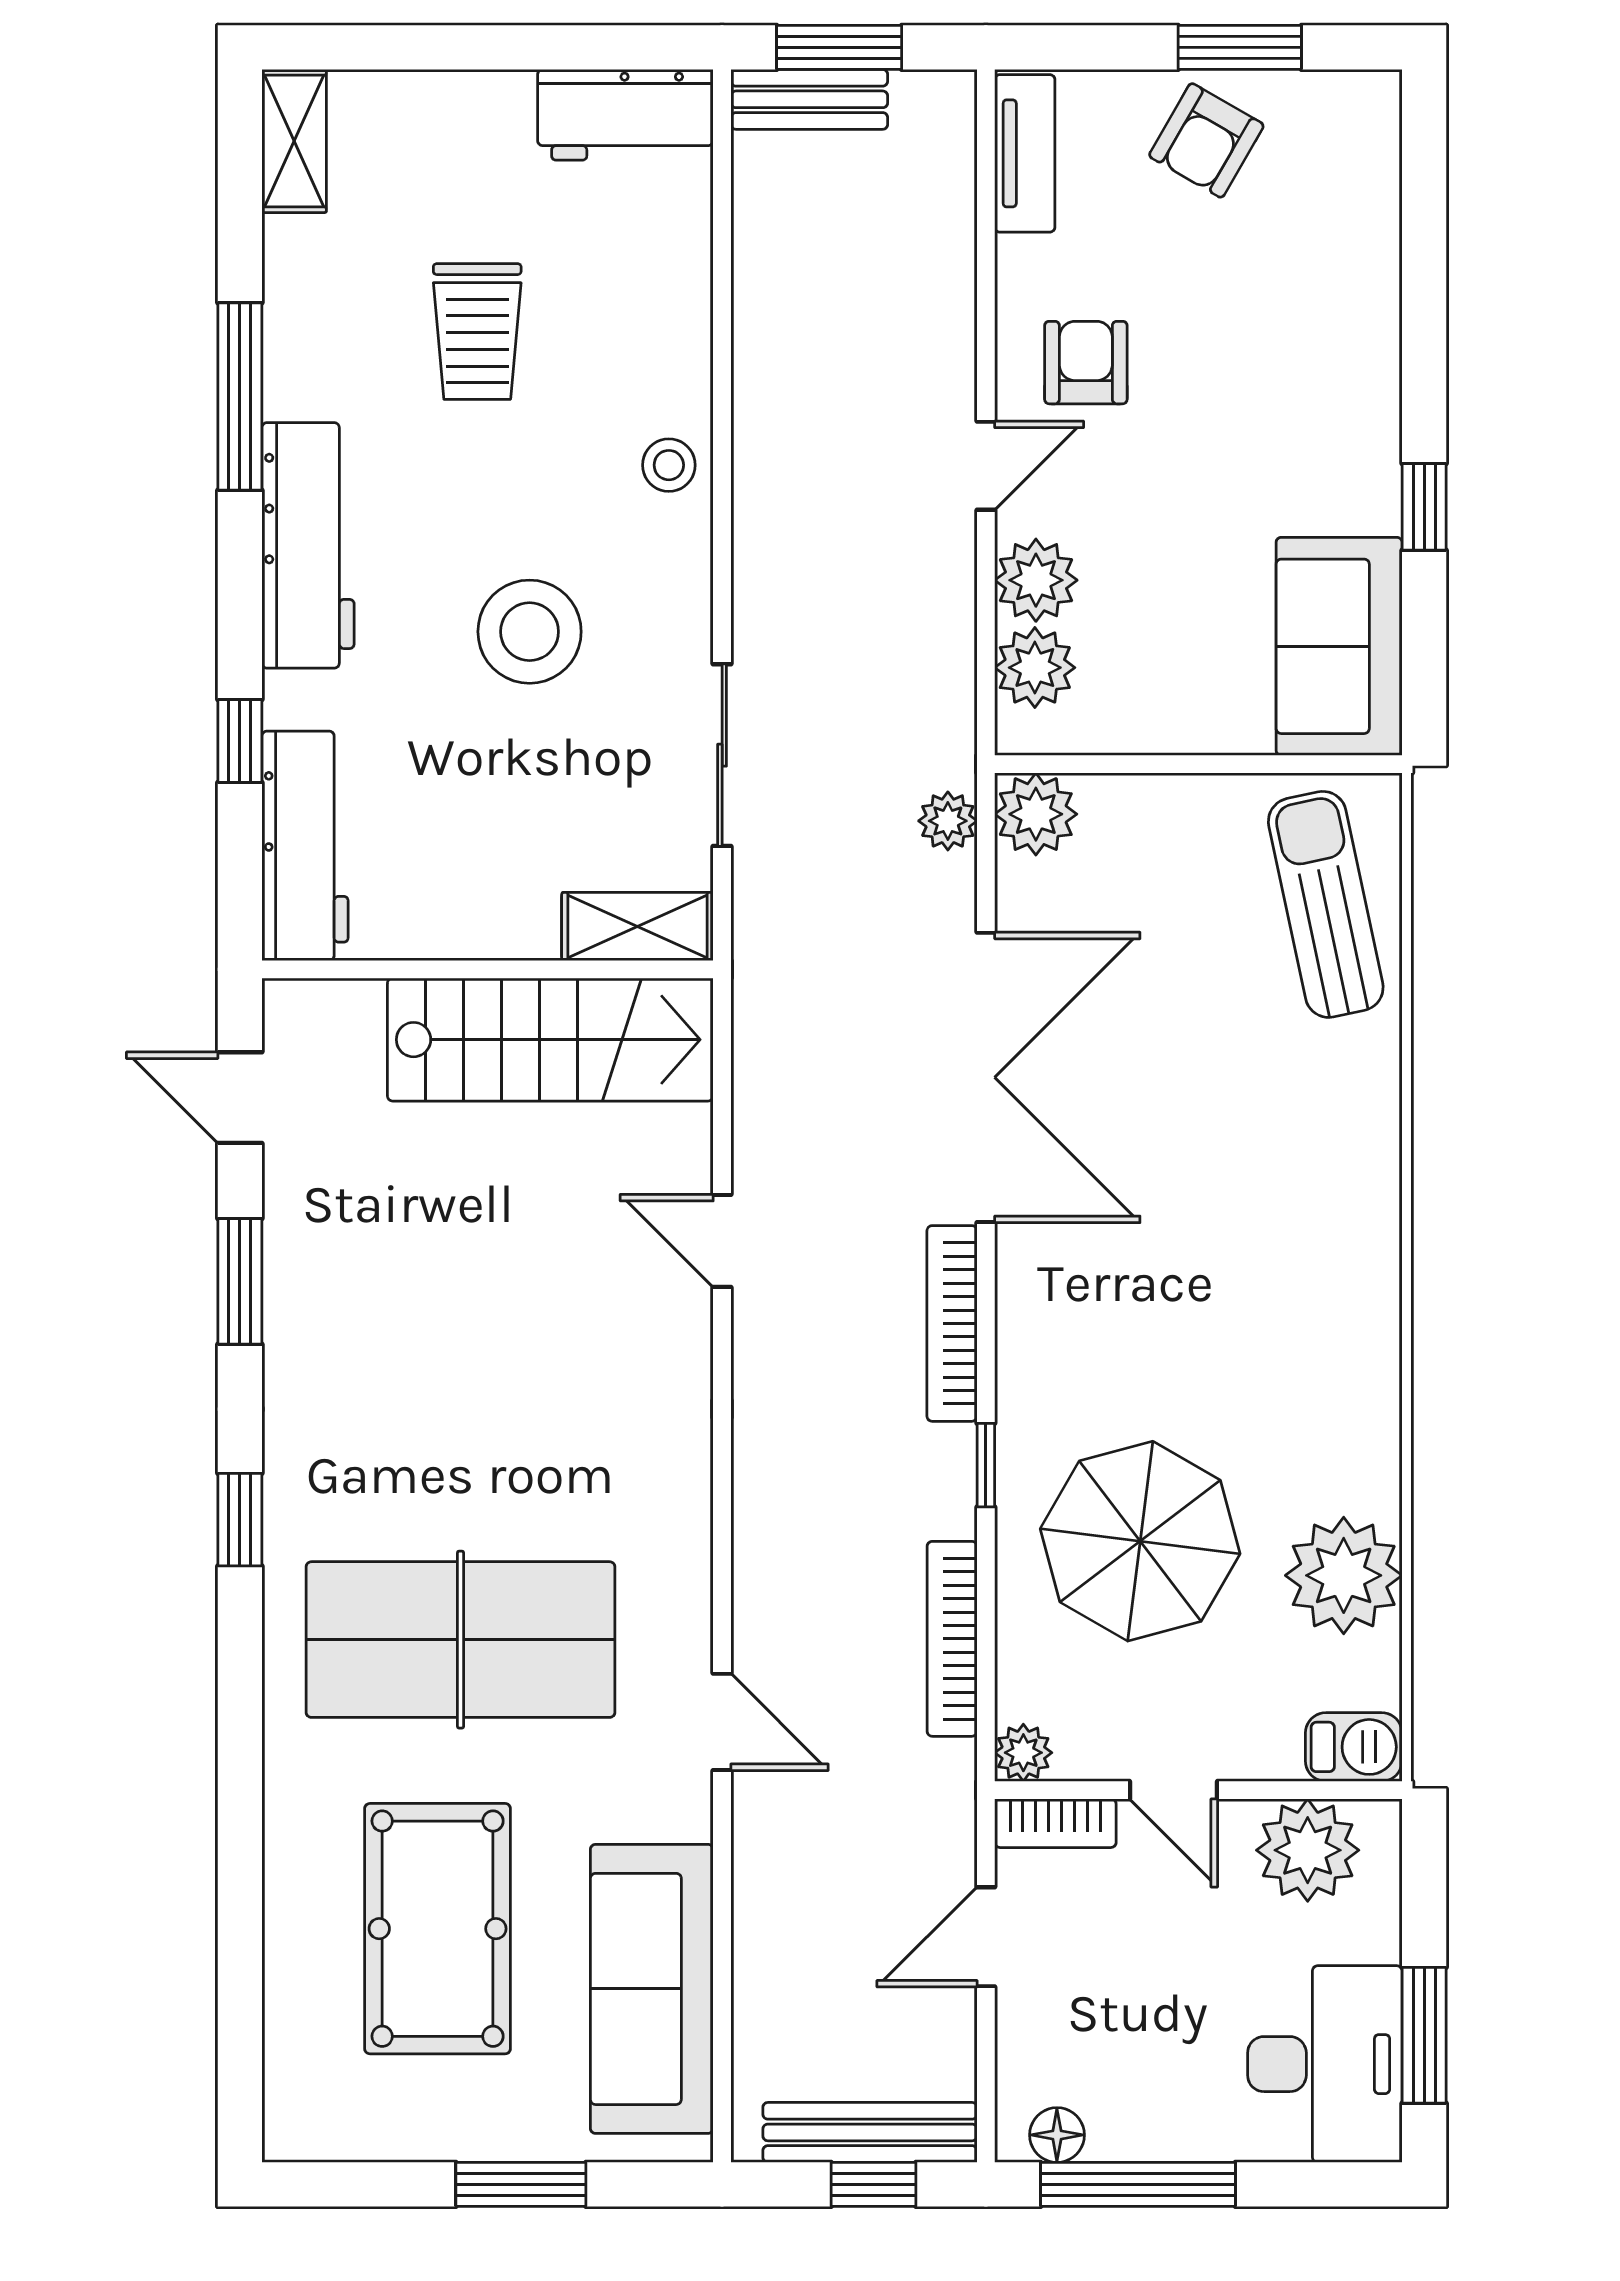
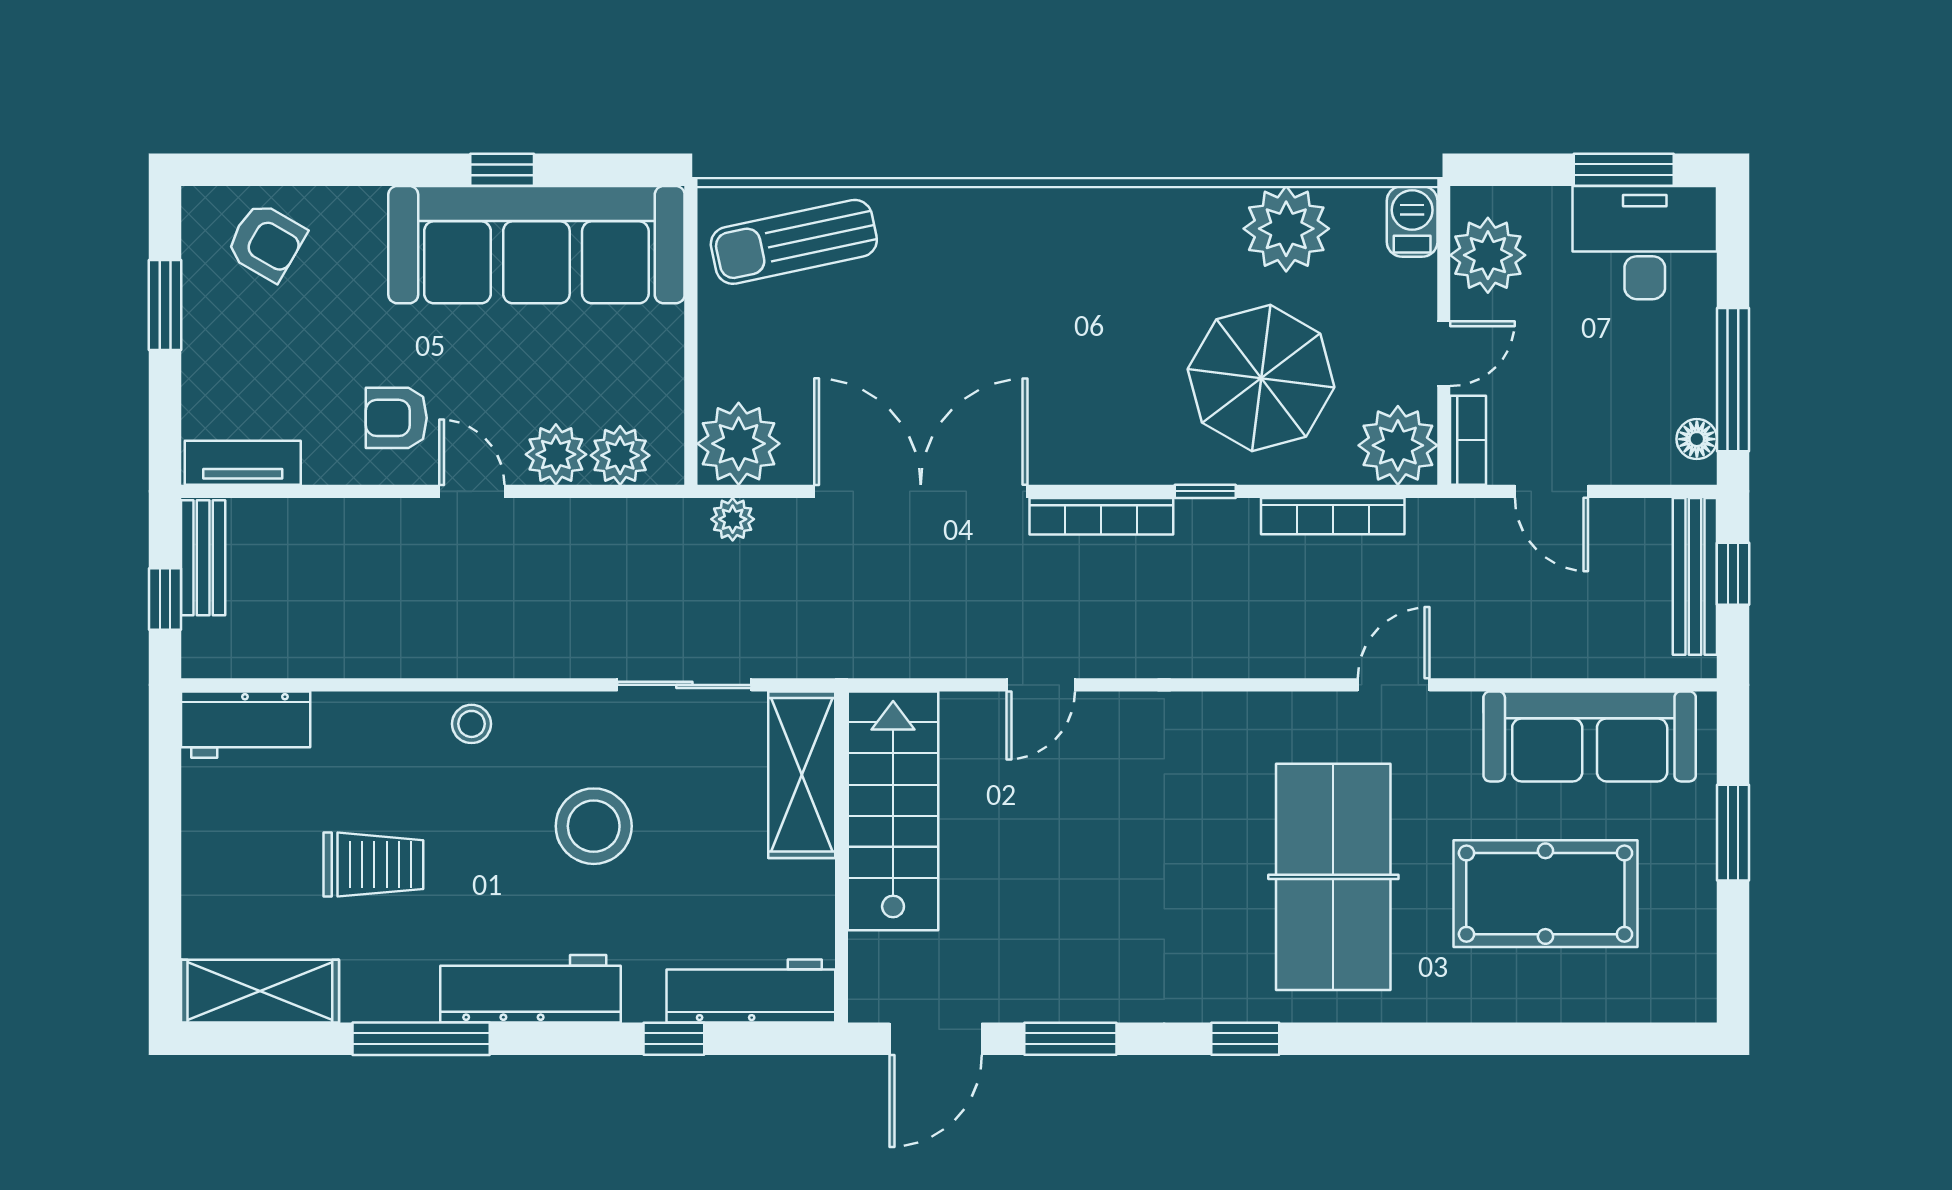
window: (839, 47) -> (165, 599), width x0.67
bench: (809, 99) -> (203, 558), moved
workbench: (625, 115) -> (246, 725), moved, turned 90
armchair: (1206, 140) -> (266, 242), moved
shelving: (294, 141) -> (260, 991), width x1.50, depth x1.33
sofa: (1339, 646) -> (536, 245), width x1.85, depth x1.27
plant: (1036, 814) -> (739, 444), width x1.36, depth x1.36
shelving: (637, 926) -> (802, 775), width x1.50, depth x1.33
door: (240, 1098) -> (936, 1039), width x1.38
plant: (1023, 1753) -> (1398, 445), width x1.88, depth x1.88

